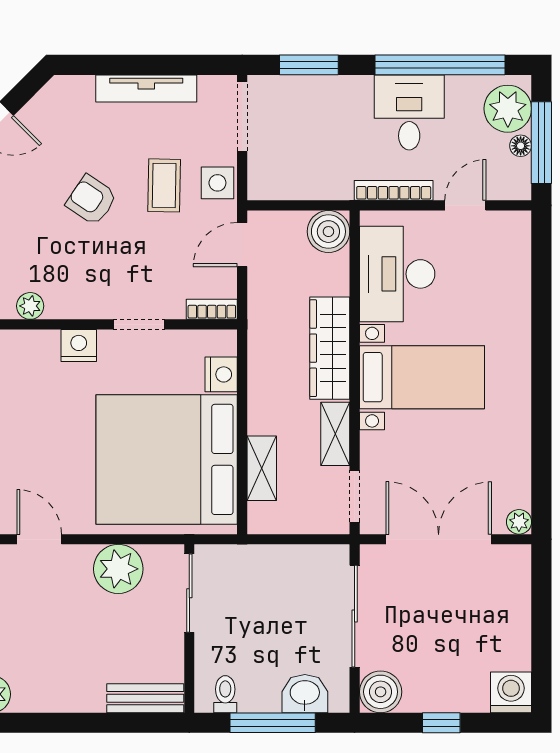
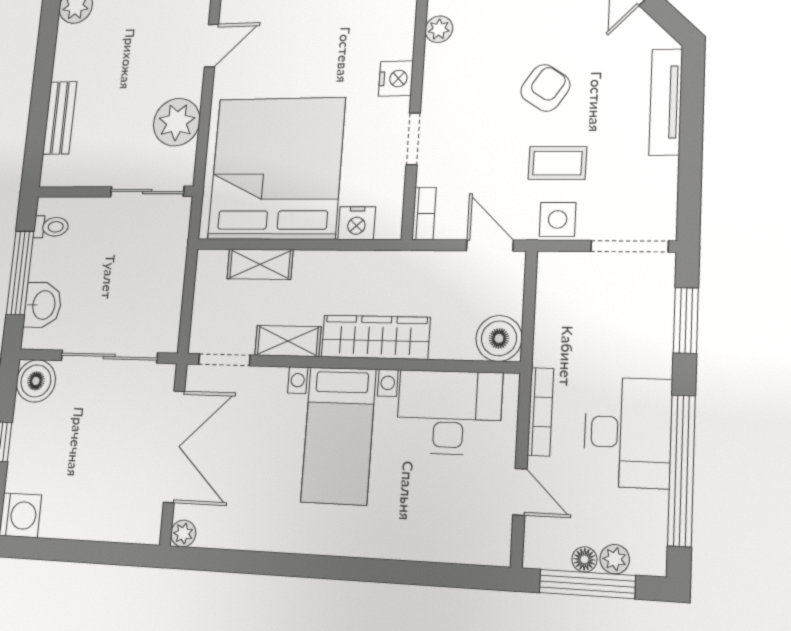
tv unit: (146, 88) -> (666, 102), moved
plant: (508, 109) -> (615, 559), width x0.53, depth x0.53
desk: (409, 112) -> (628, 432), width x1.37
bench: (145, 698) -> (60, 118), moved

